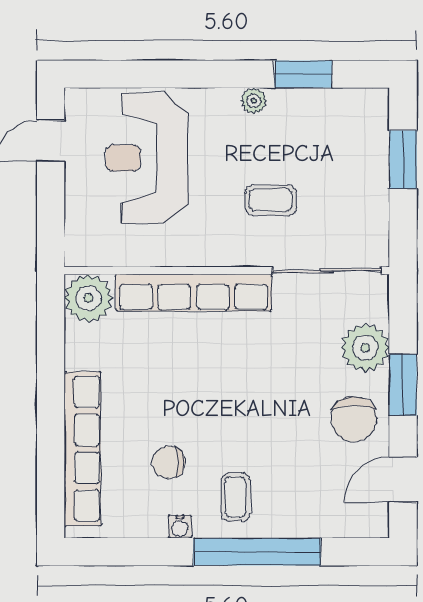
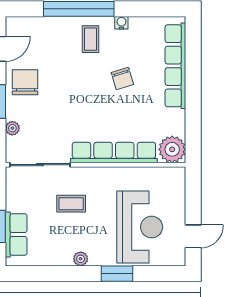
window: (303, 74) -> (117, 274), moved
row of seats: (370, 145) -> (16, 234), added
plant: (365, 348) -> (12, 128), width x0.53, depth x0.53
chair: (168, 462) -> (122, 78), moved, turned 73

